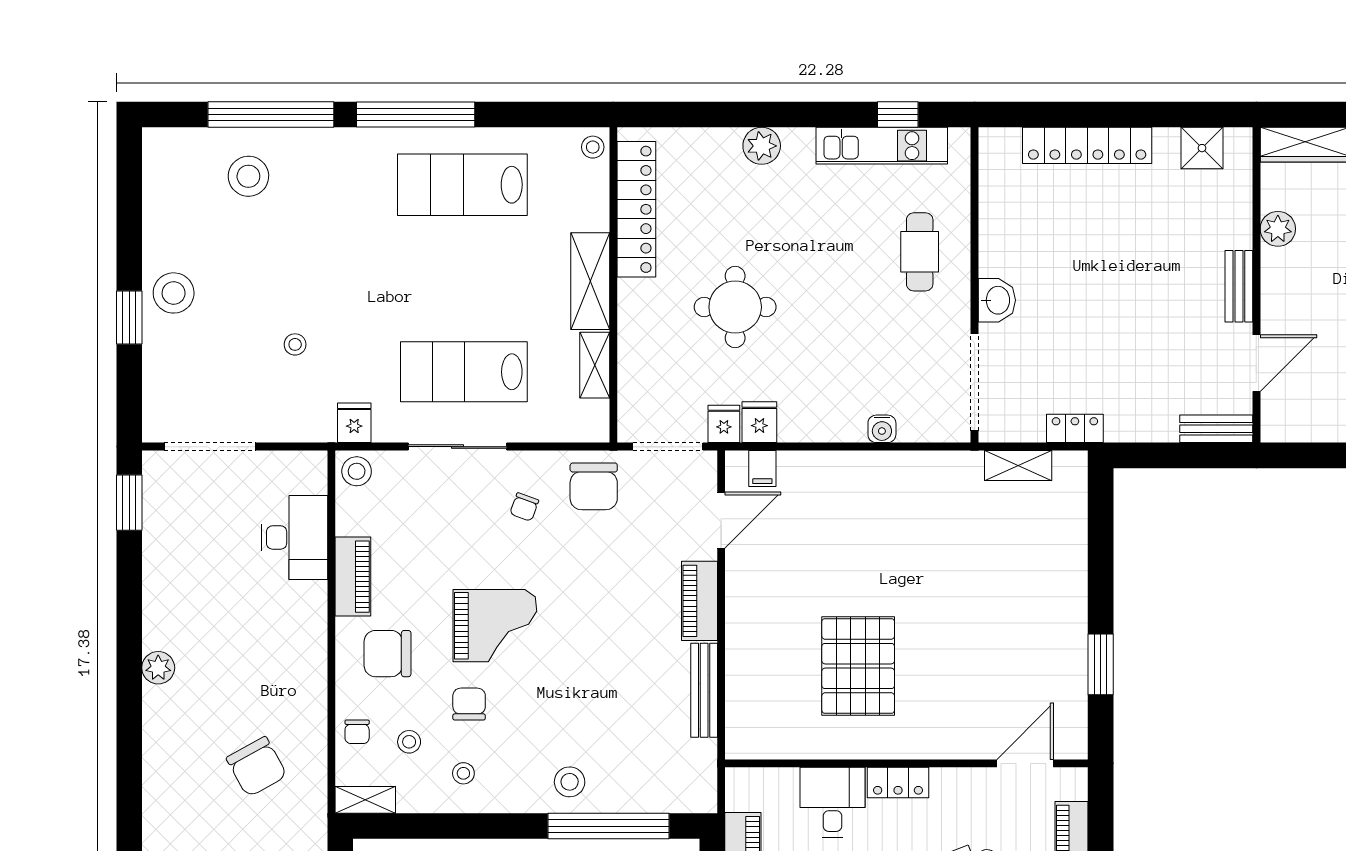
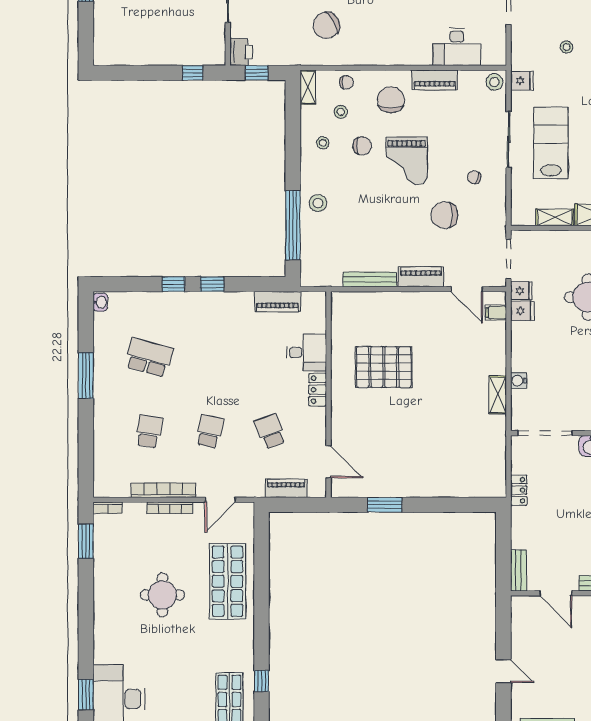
shelving: (1018, 465) -> (498, 395), moved
chair: (594, 486) -> (444, 215), moved
chair: (357, 732) -> (346, 82), turned 180

